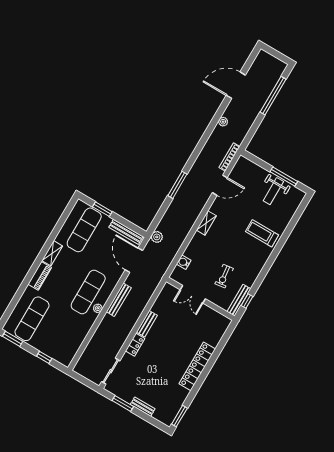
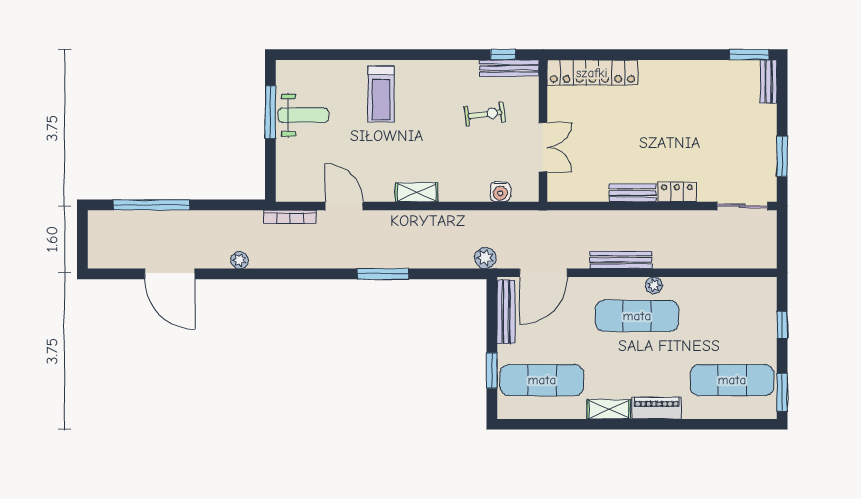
locker: (197, 366) -> (592, 73), moved
bench: (143, 407) -> (769, 82), moved

